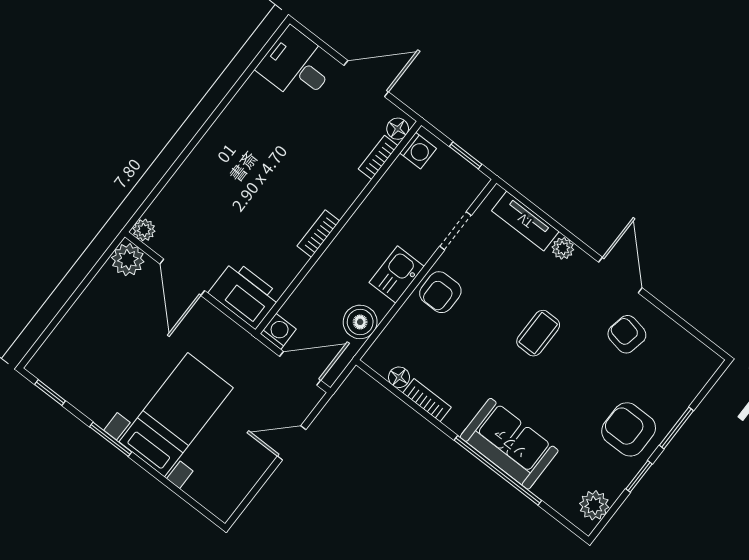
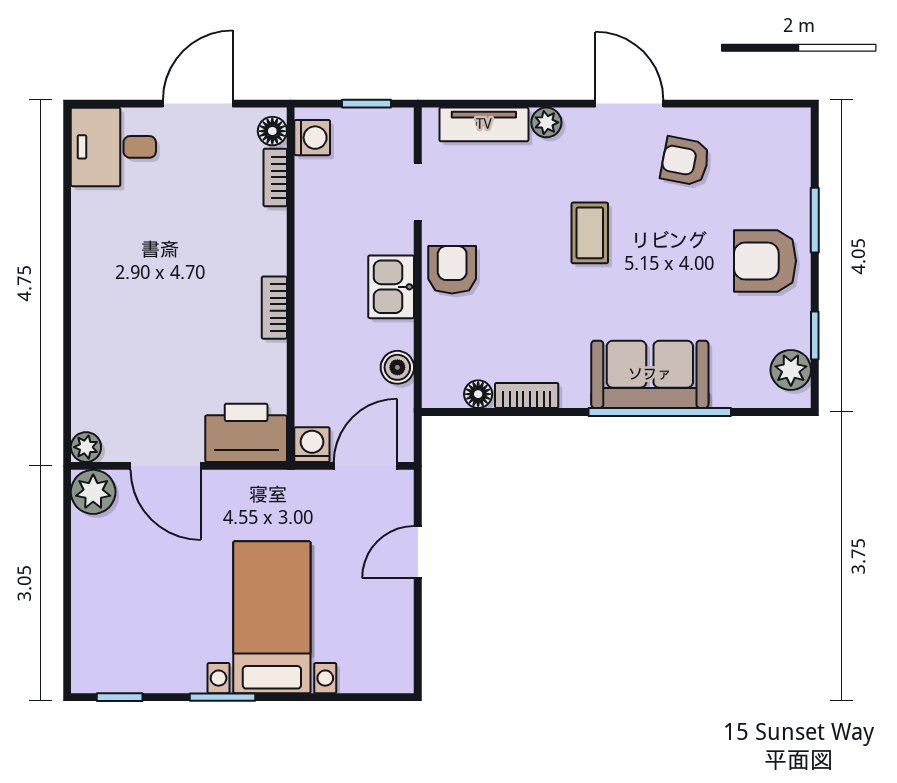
armchair: (440, 292) -> (452, 270), turned 180
boiler: (360, 322) -> (397, 367), width x0.73, depth x0.73
window: (639, 476) -> (815, 335), moved

